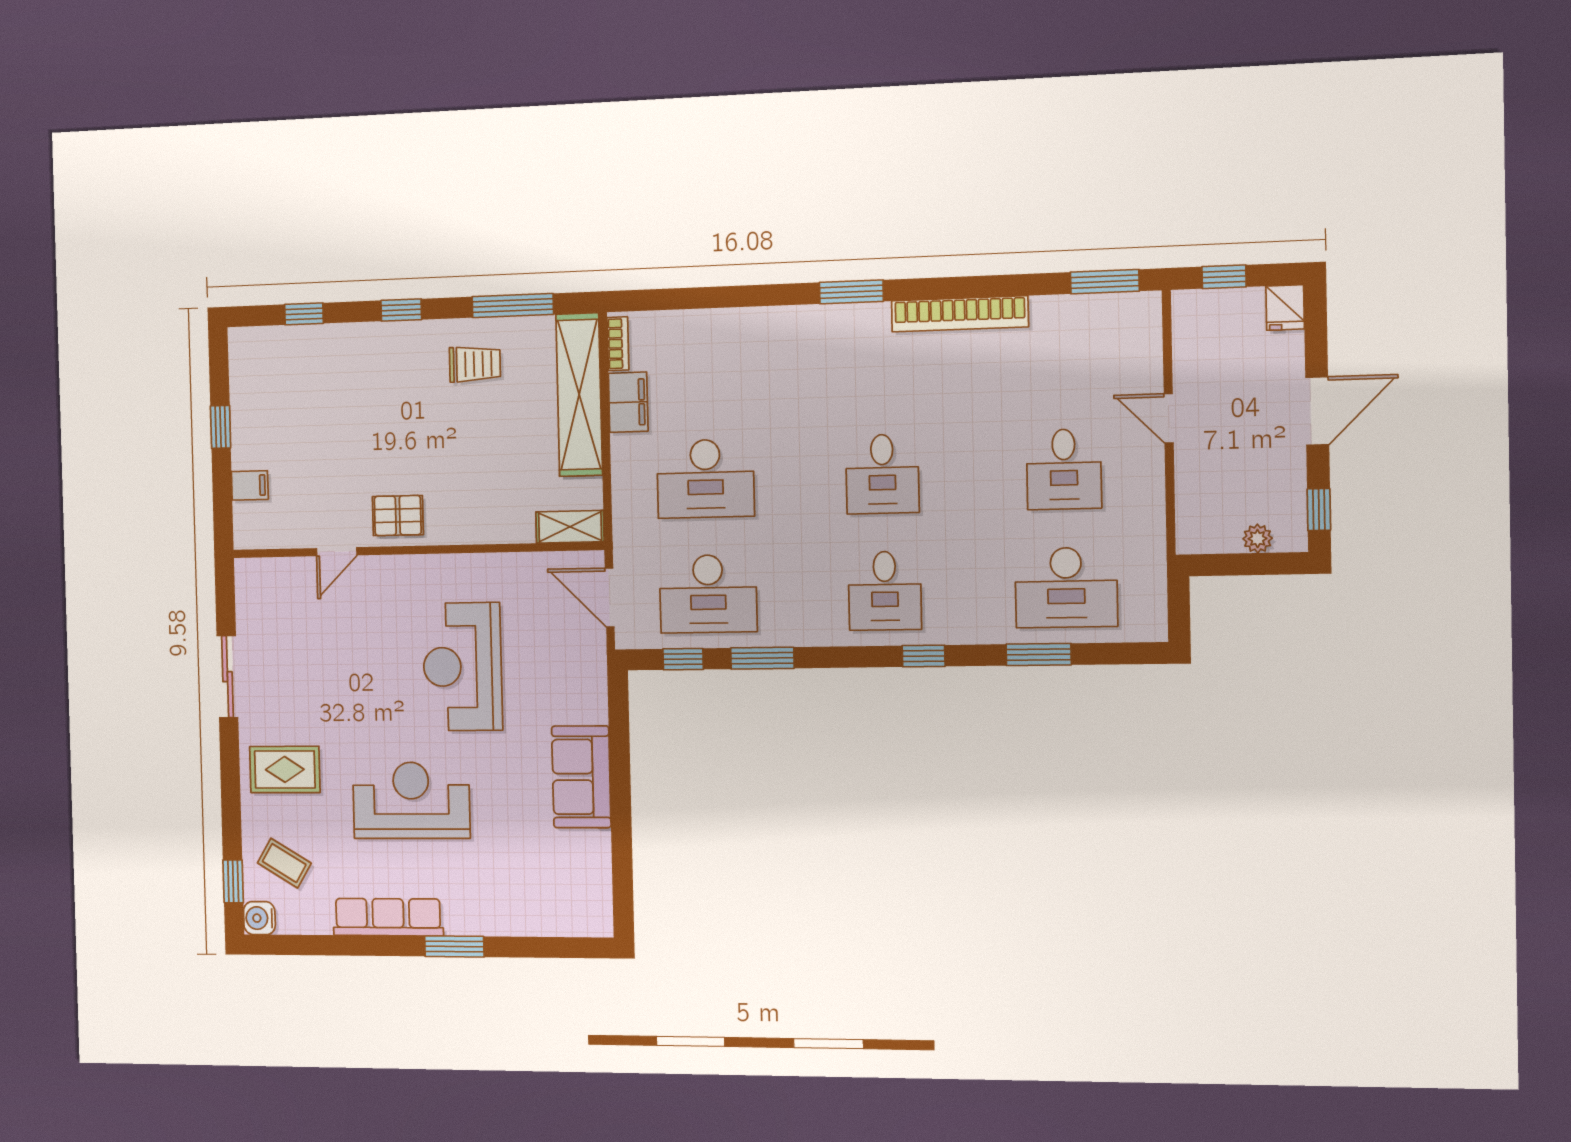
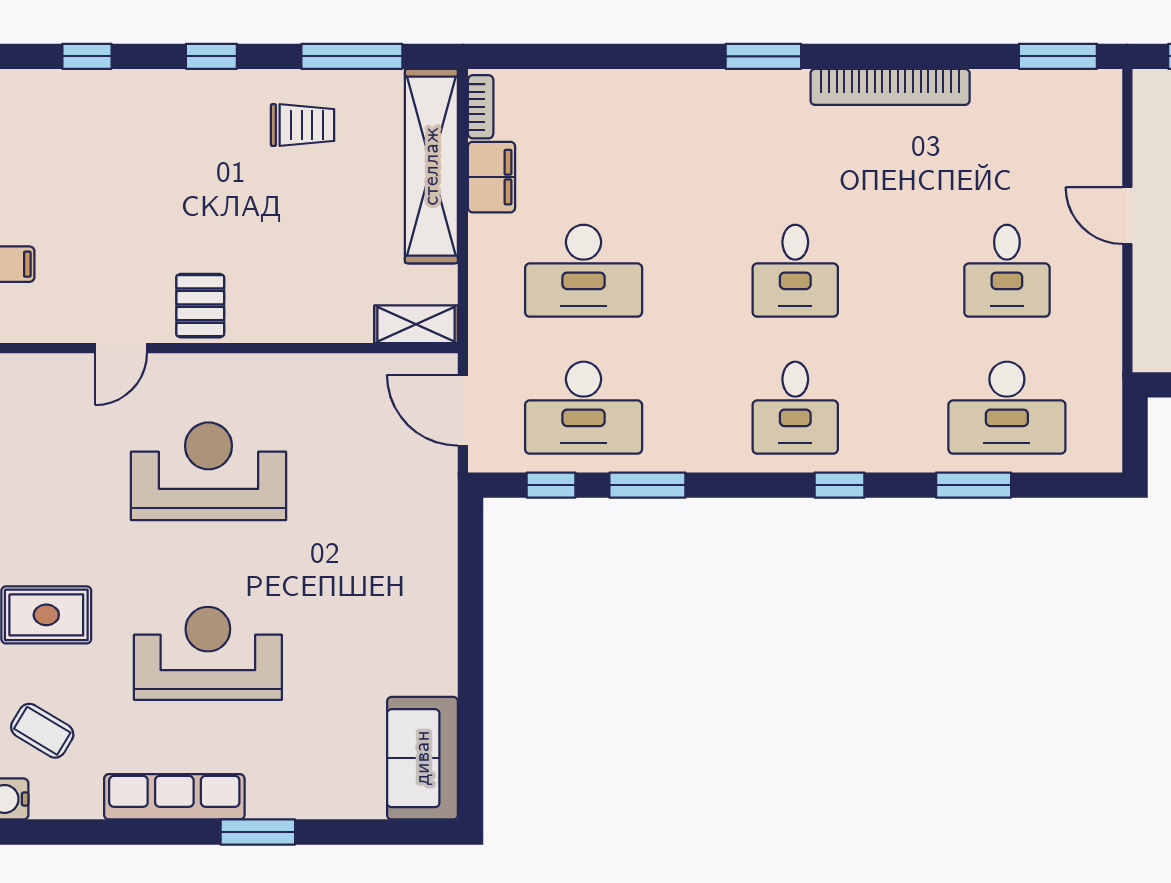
pallet: (398, 516) -> (200, 306), turned 90
reception desk: (462, 667) -> (209, 471), moved, turned 90
sofa: (581, 777) -> (422, 758), moved

